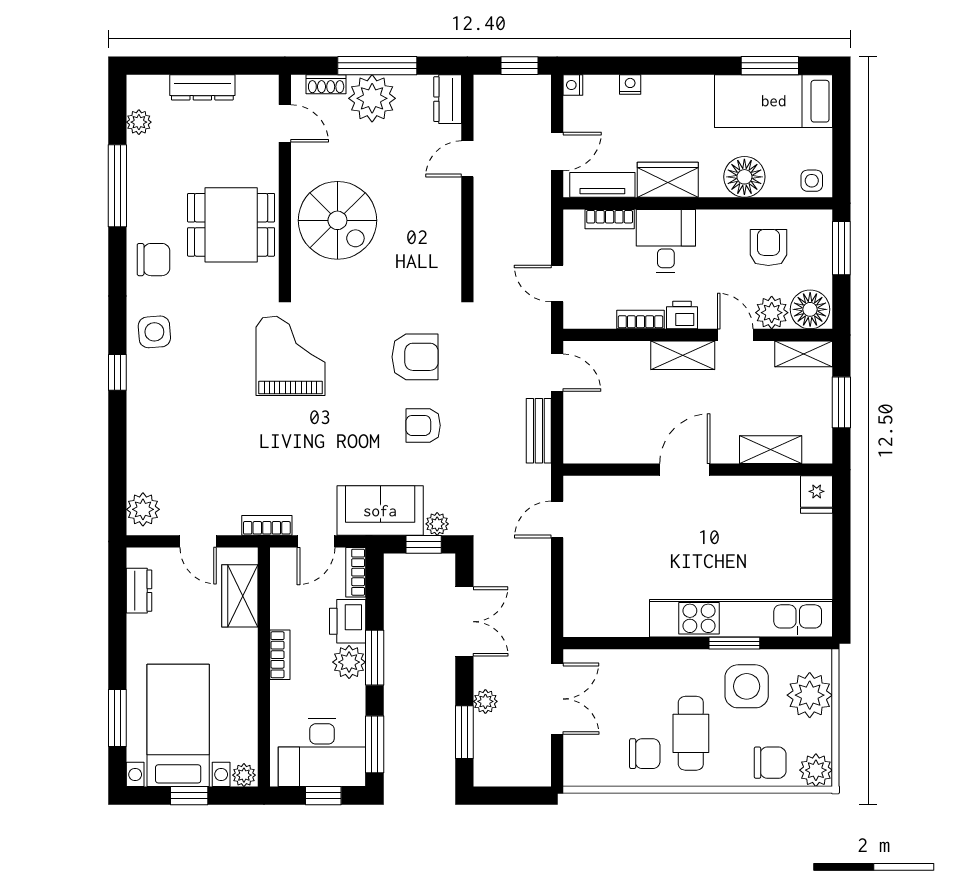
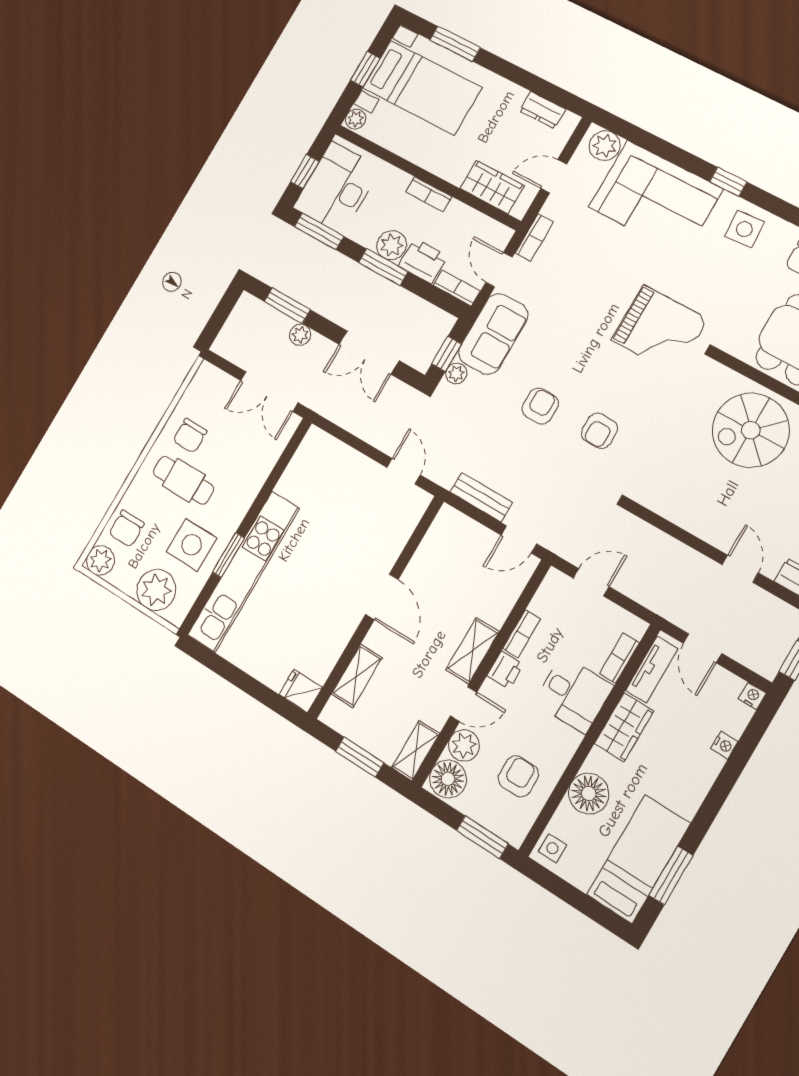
armchair: (768, 248) -> (518, 776), turned -90
armchair: (415, 357) -> (599, 431), width x0.72, depth x0.72
corner sofa: (168, 432) -> (656, 198), added

